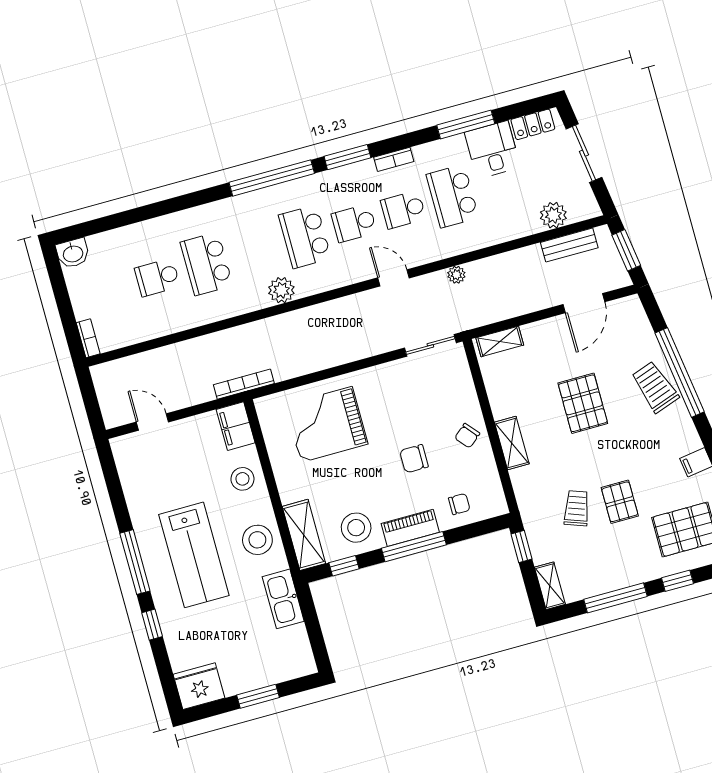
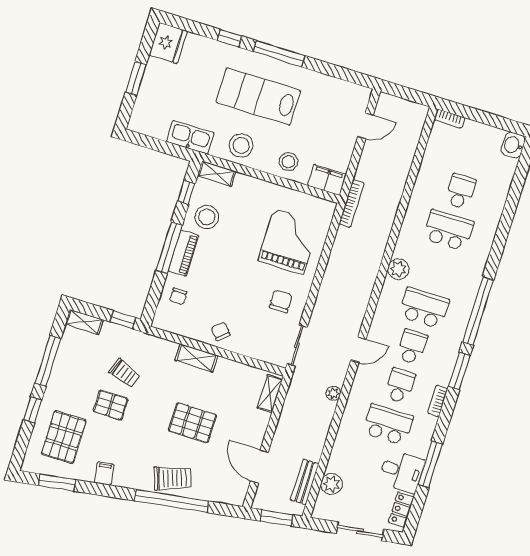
chair: (414, 459) -> (281, 301), moved
shelving: (304, 535) -> (217, 174), width x0.67, depth x0.75

